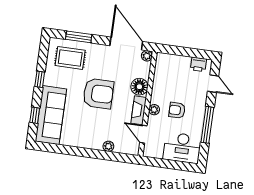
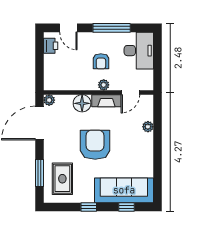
door: (213, 84) -> (68, 28), swing flipped

